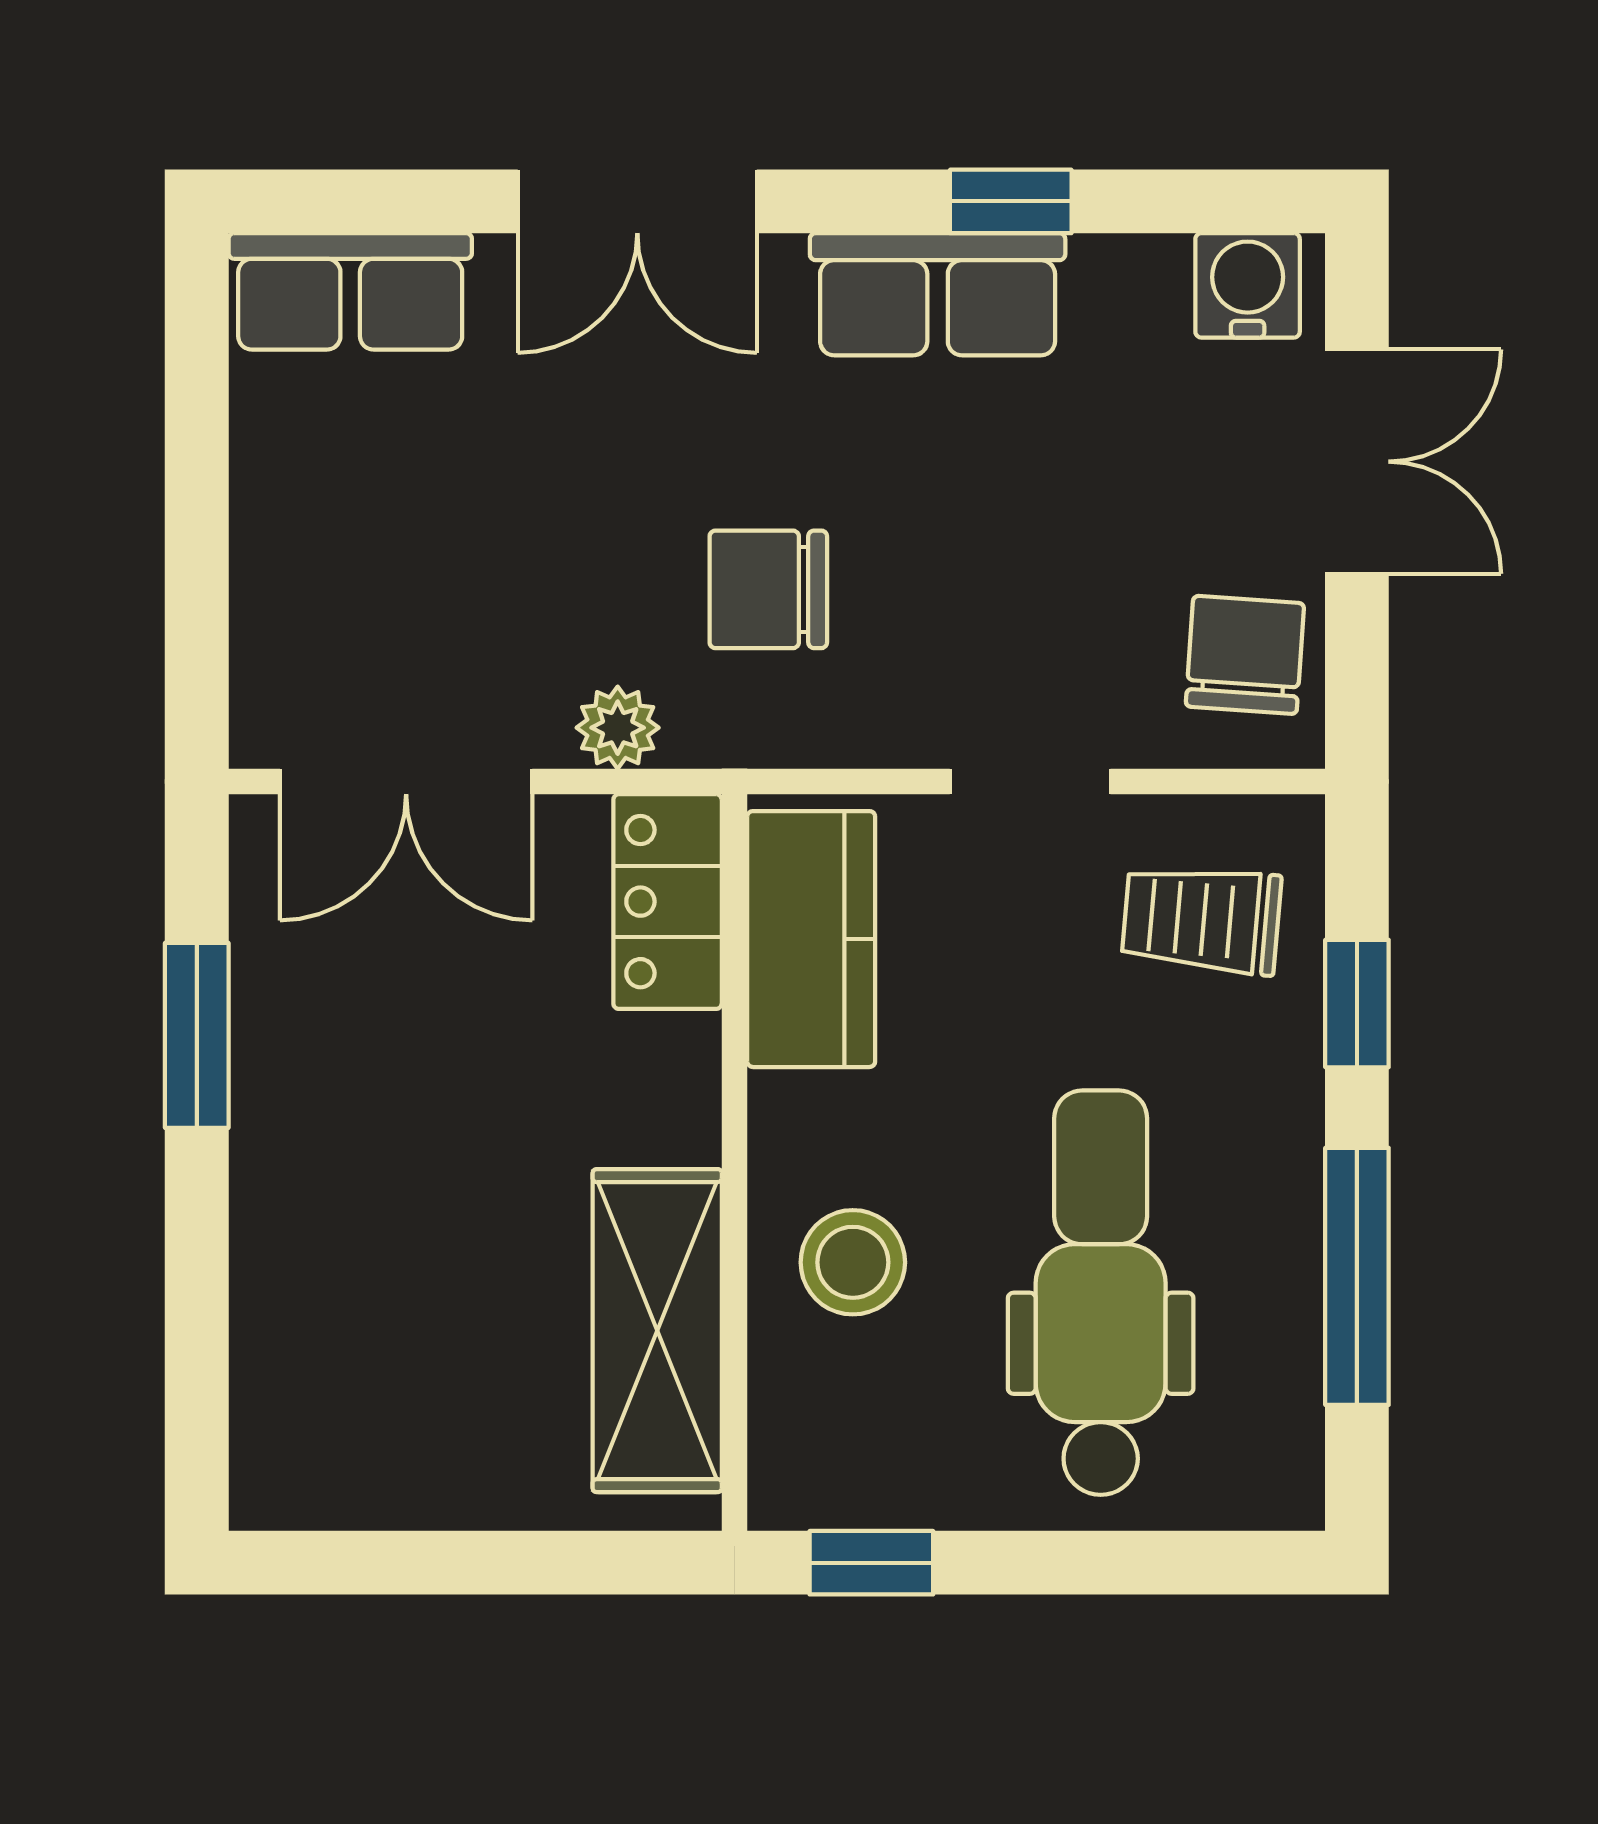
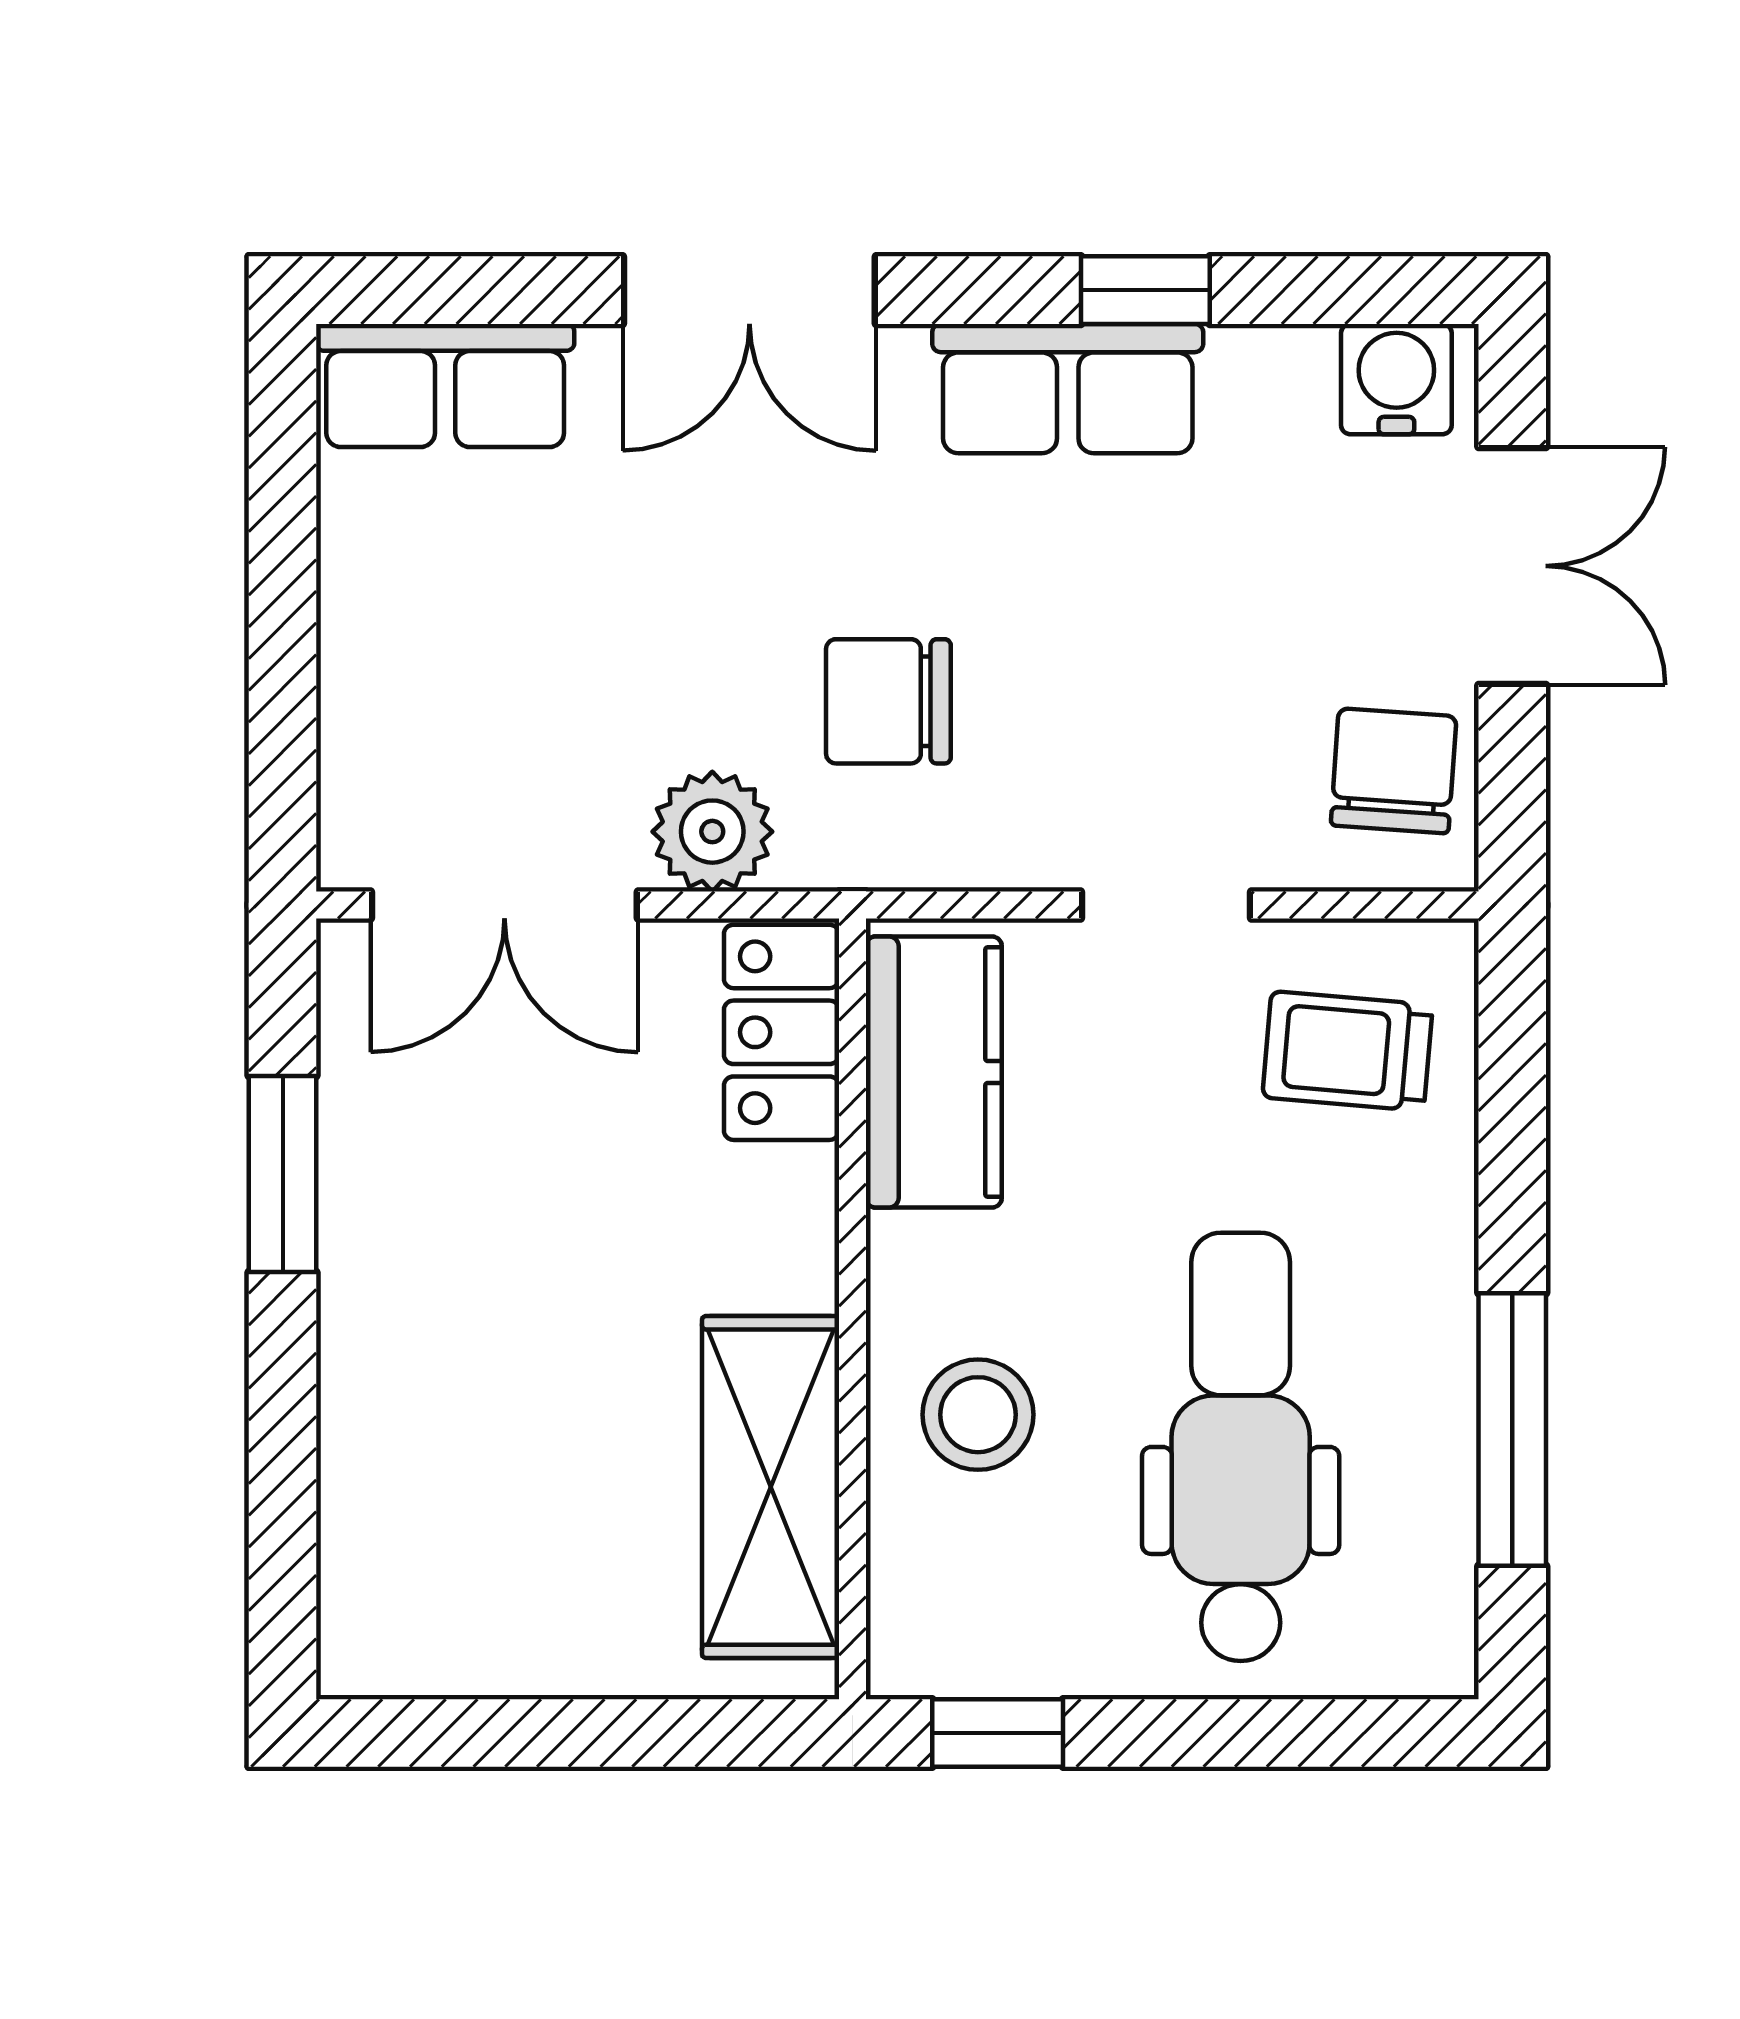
plant: (618, 728) -> (712, 832), width x1.38, depth x1.38
window: (1357, 1004) -> (1512, 1140), removed

